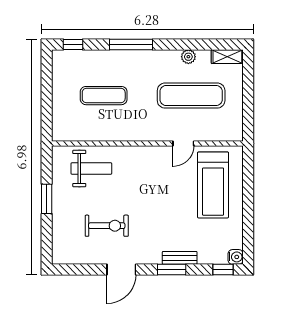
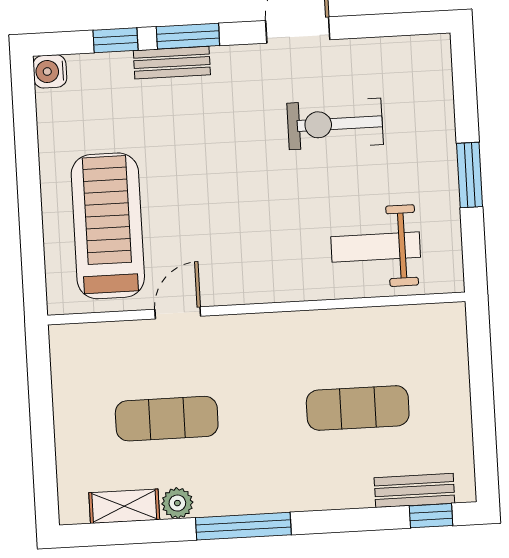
window: (131, 44) -> (243, 526), moved
bench: (80, 56) -> (414, 490), added
shelving: (227, 57) -> (124, 506), moved
exercise mat: (191, 96) -> (167, 419), width x0.73, depth x0.69
window: (223, 270) -> (116, 40), moved

